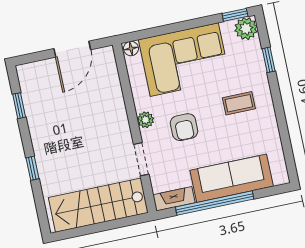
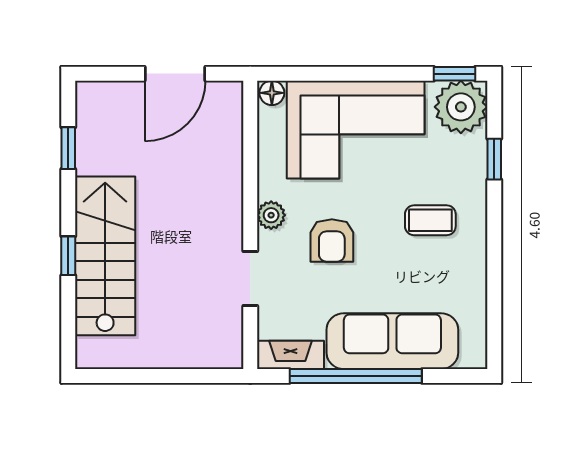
plant: (246, 29) -> (461, 107), width x1.36, depth x1.36
stairs: (98, 205) -> (105, 256), moved, turned 90

